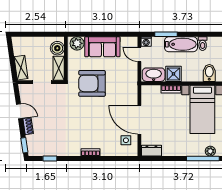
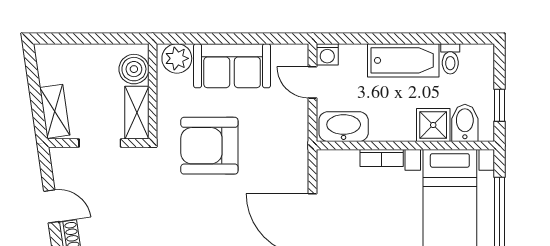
window: (166, 34) -> (371, 38), removed
shower: (173, 74) -> (433, 125), moved

